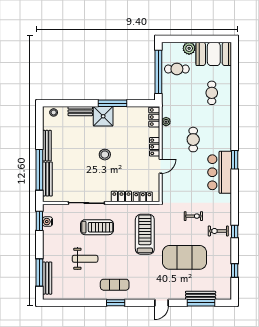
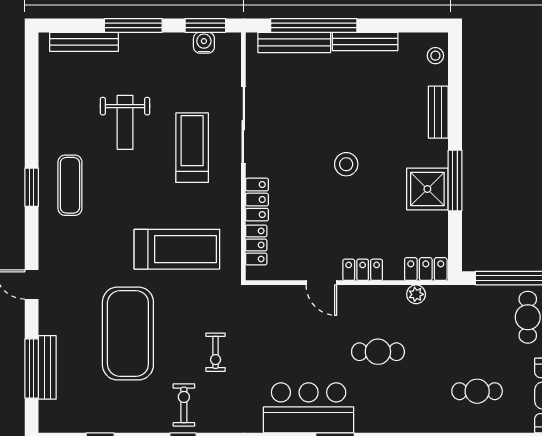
shower: (103, 116) -> (427, 189), moved
treadmill: (97, 227) -> (192, 148), turned 180
window: (39, 273) -> (133, 25), moved

